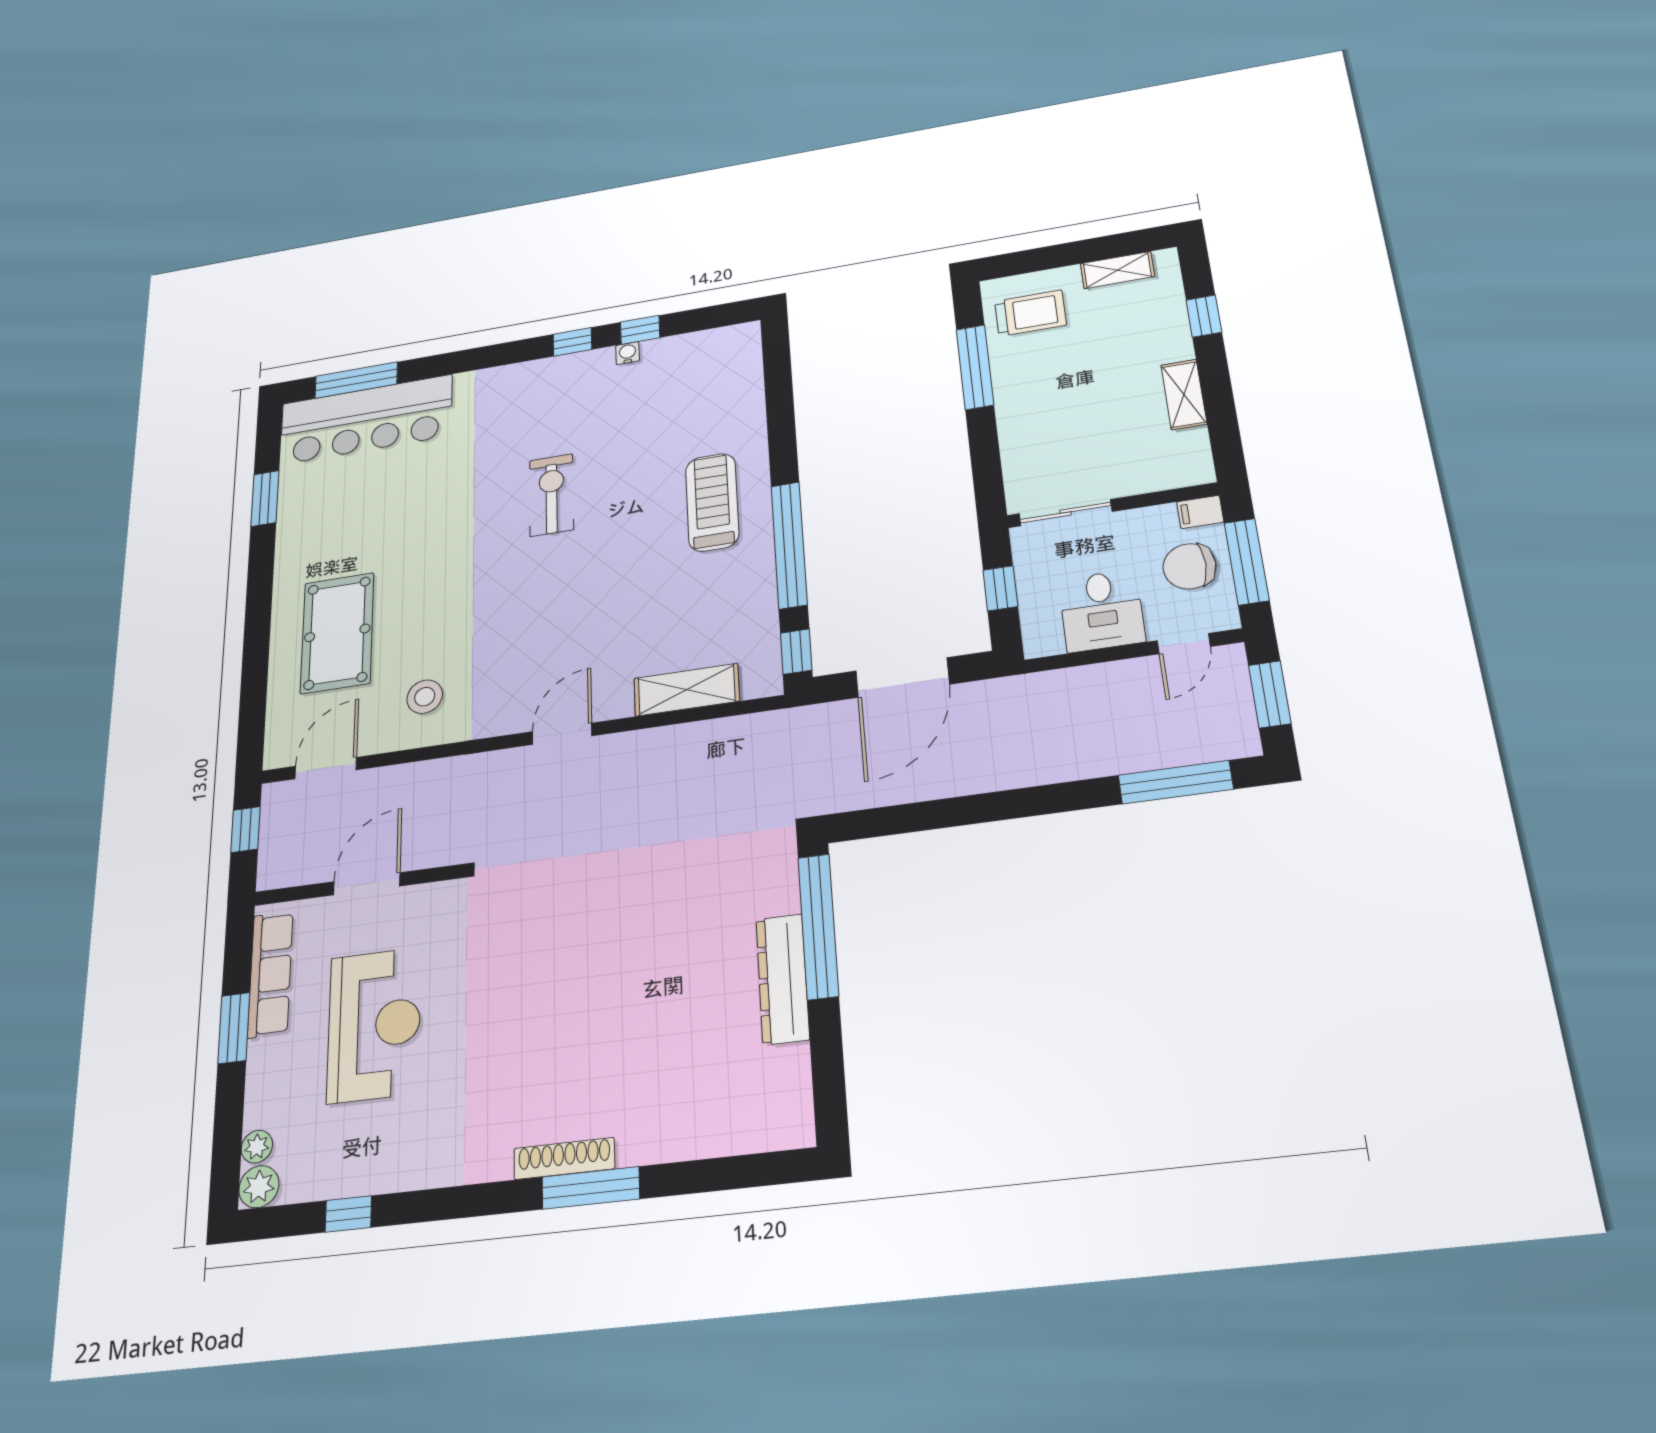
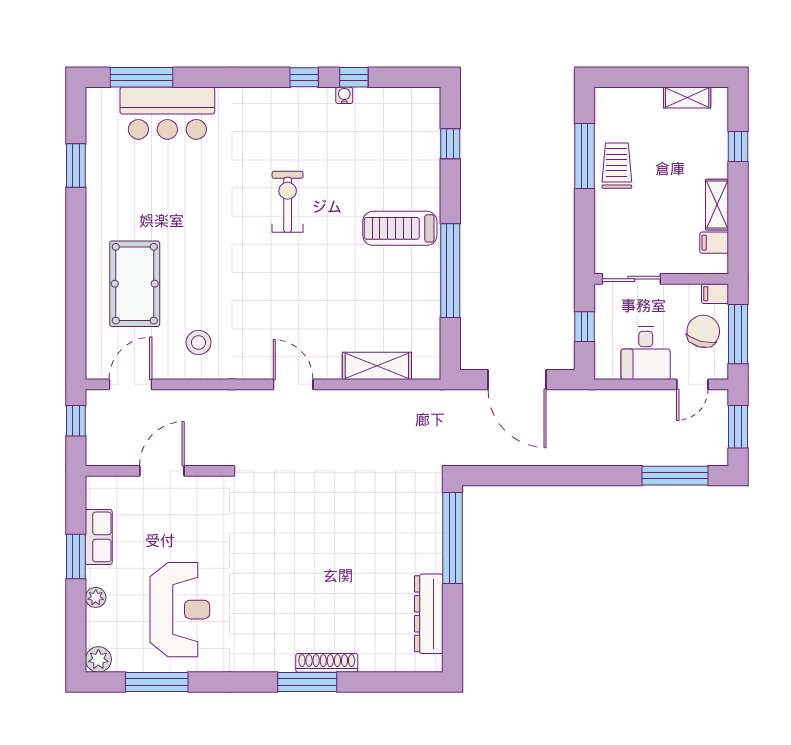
trolley: (1030, 313) -> (617, 166), moved, turned -90
bar counter: (366, 420) -> (167, 113), width x0.73
filing cabinet: (1188, 444) -> (714, 243), added
treadmill: (712, 502) -> (400, 228), turned -90
chair: (1189, 566) -> (703, 331), turned 105
window: (796, 652) -> (450, 144), moved
door: (902, 678) -> (517, 380), hinge flipped
door: (562, 734) -> (293, 384), hinge flipped
row of seats: (270, 974) -> (99, 537), width x0.68
dresser: (783, 979) -> (429, 614), moved
reception desk: (374, 1025) -> (180, 610), moved
plant: (257, 1147) -> (96, 597), moved
shoe rack: (564, 1159) -> (327, 663), moved
window: (348, 1214) -> (157, 682), width x2.17

